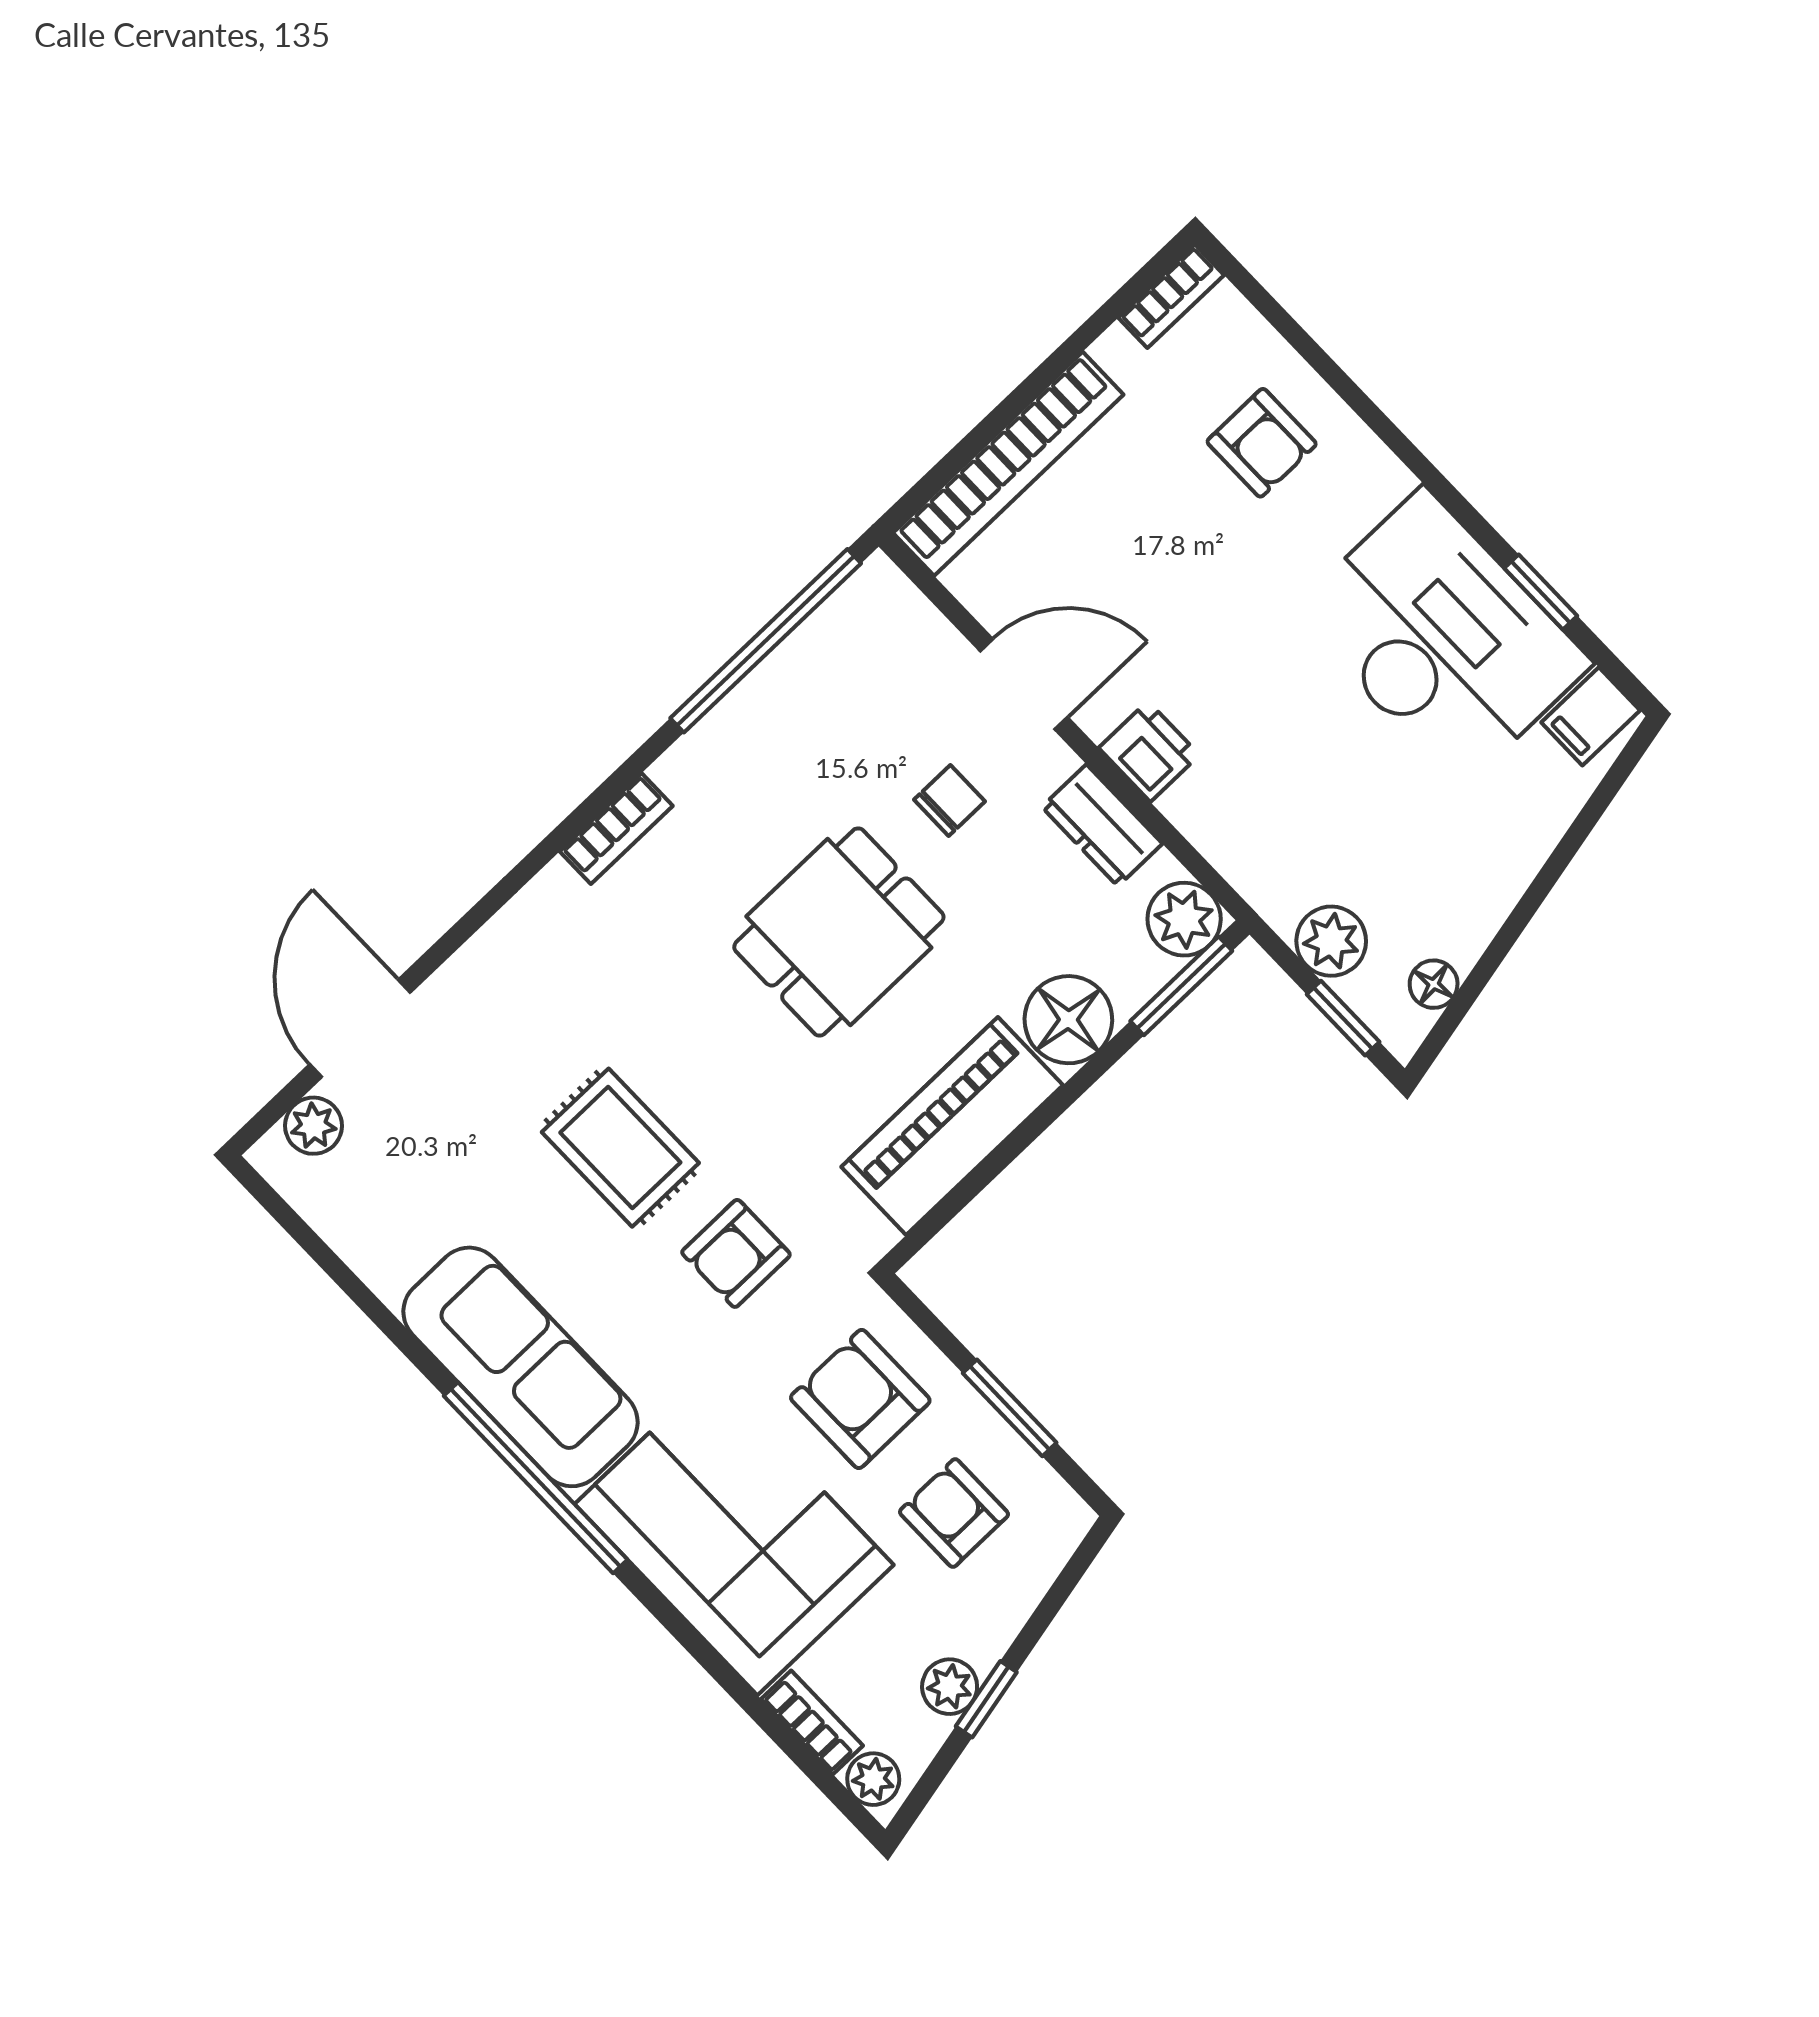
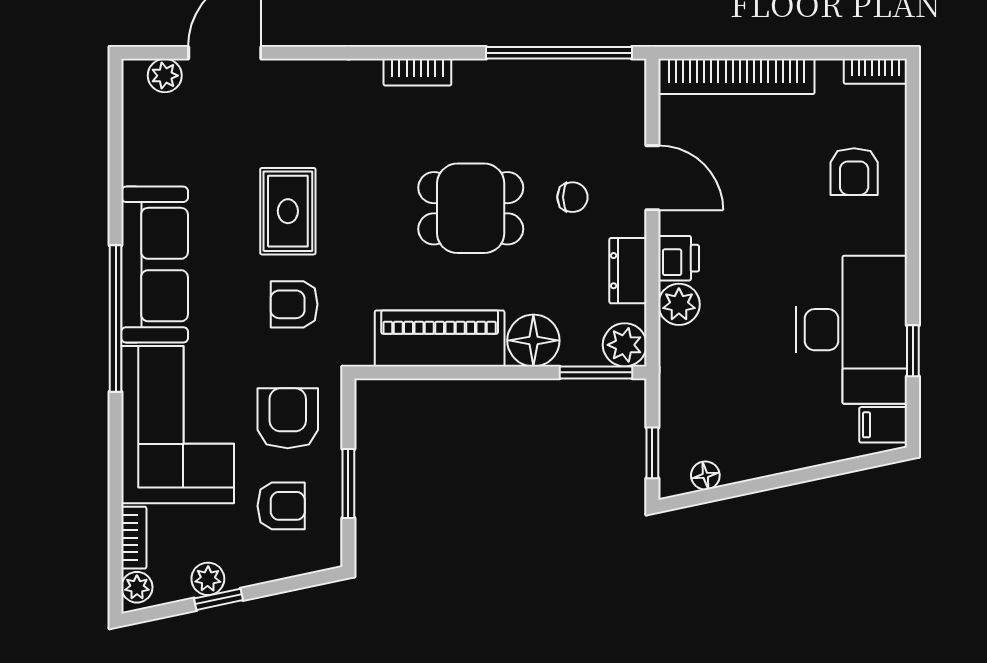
plant: (1331, 941) -> (679, 304), moved
armchair: (954, 1513) -> (281, 506), turned 90

